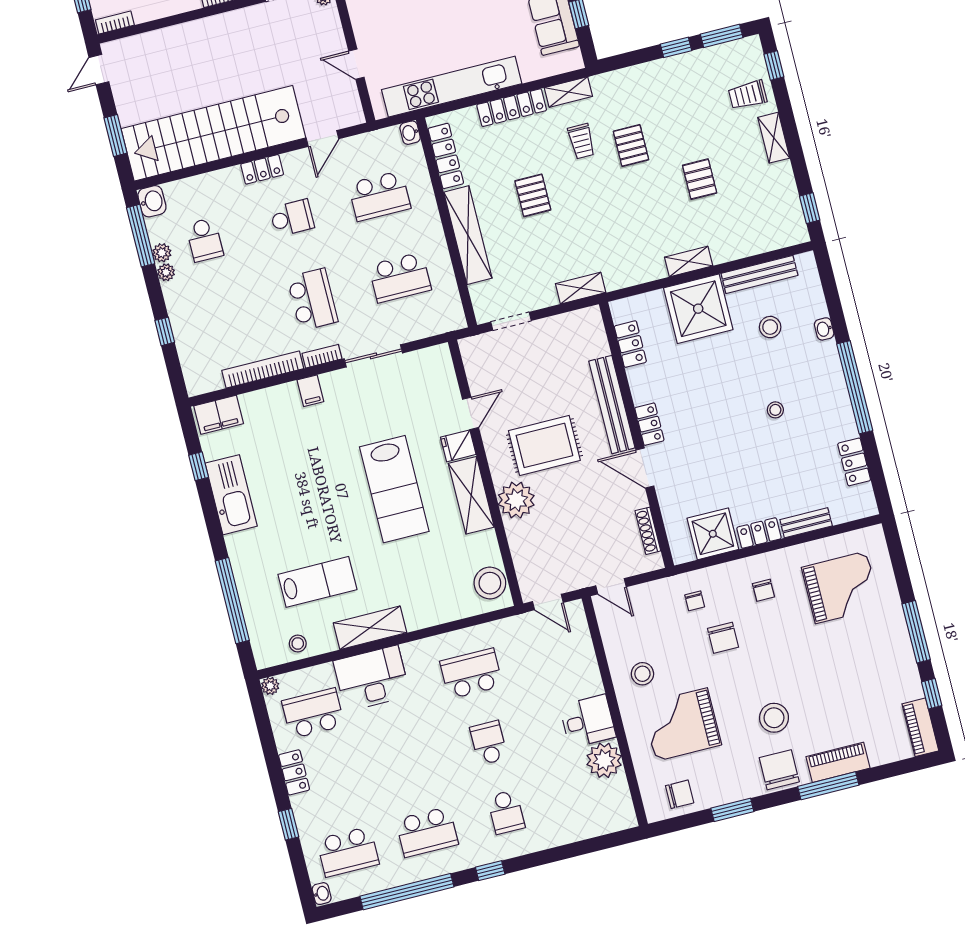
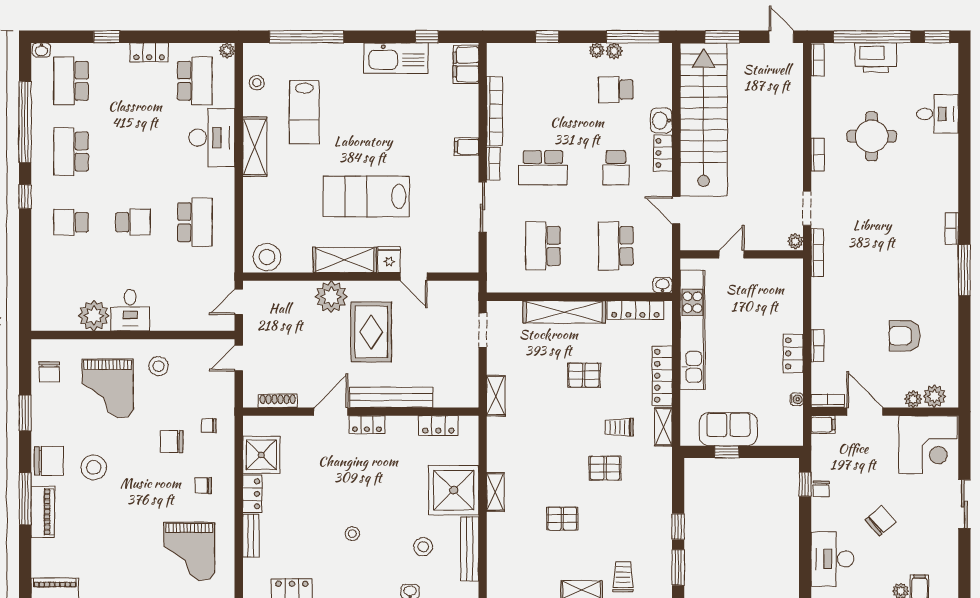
washbasin: (152, 201) -> (661, 121), moved, turned 90
grand piano: (682, 724) -> (108, 388), turned 180

